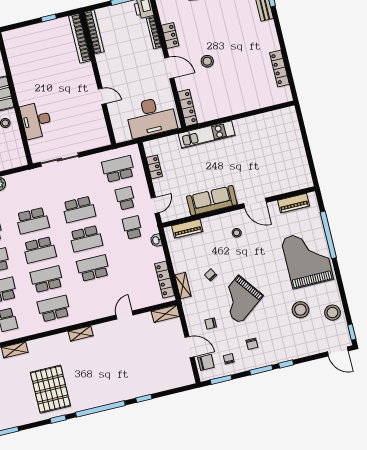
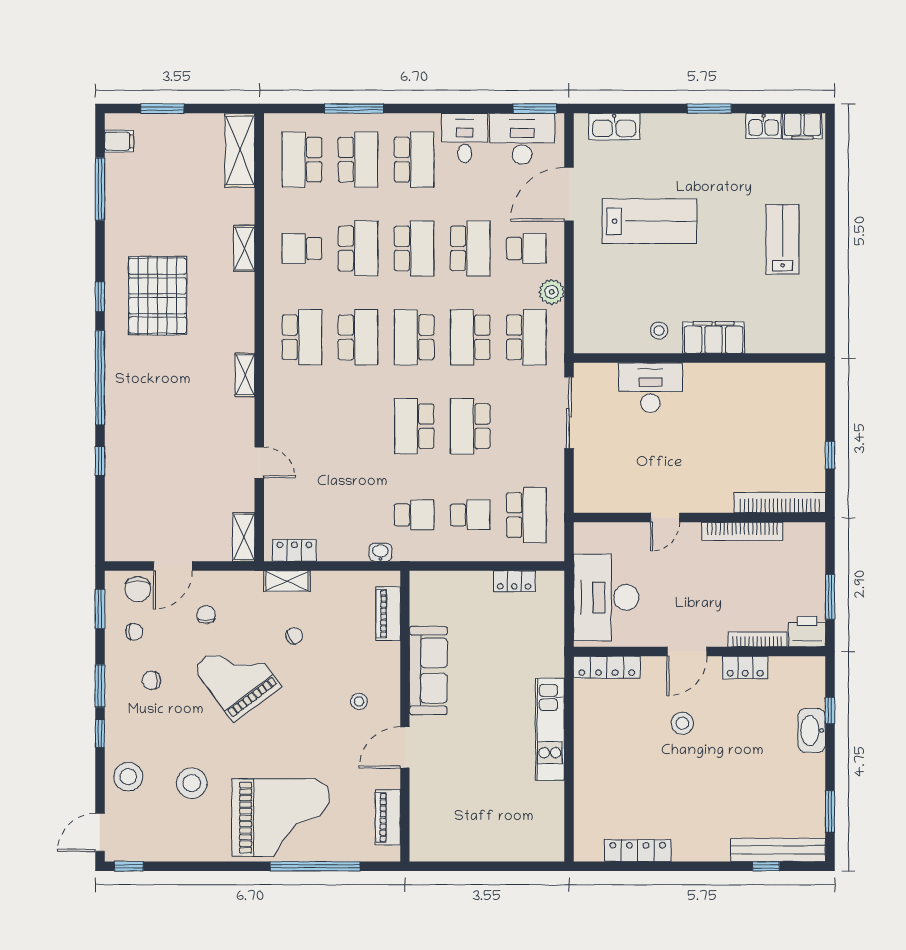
bookcase: (94, 32) -> (742, 531), moved
kitchen unit: (207, 135) -> (550, 729), moved
door: (155, 205) -> (444, 566), removed
school desk: (93, 268) -> (526, 337), moved
locker: (165, 280) -> (294, 550), width x0.66
stool: (332, 313) -> (128, 777), moved
pallet: (50, 389) -> (158, 296), turned 90

